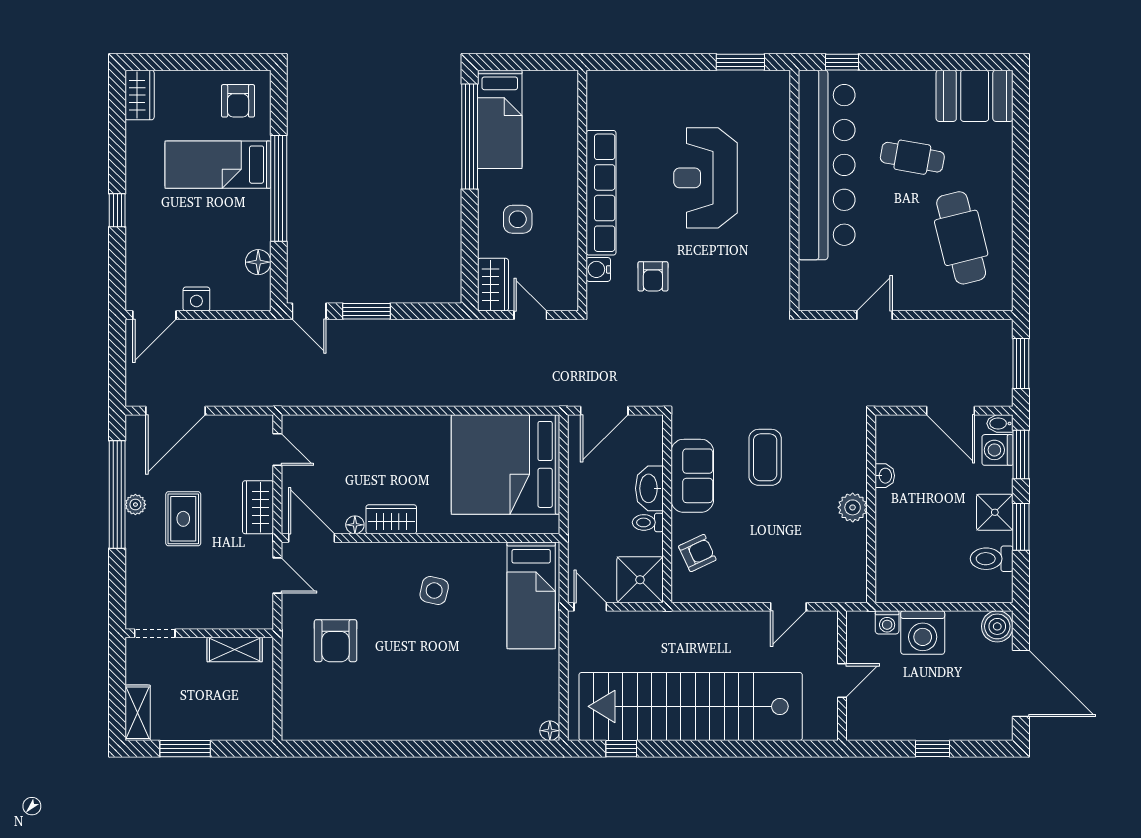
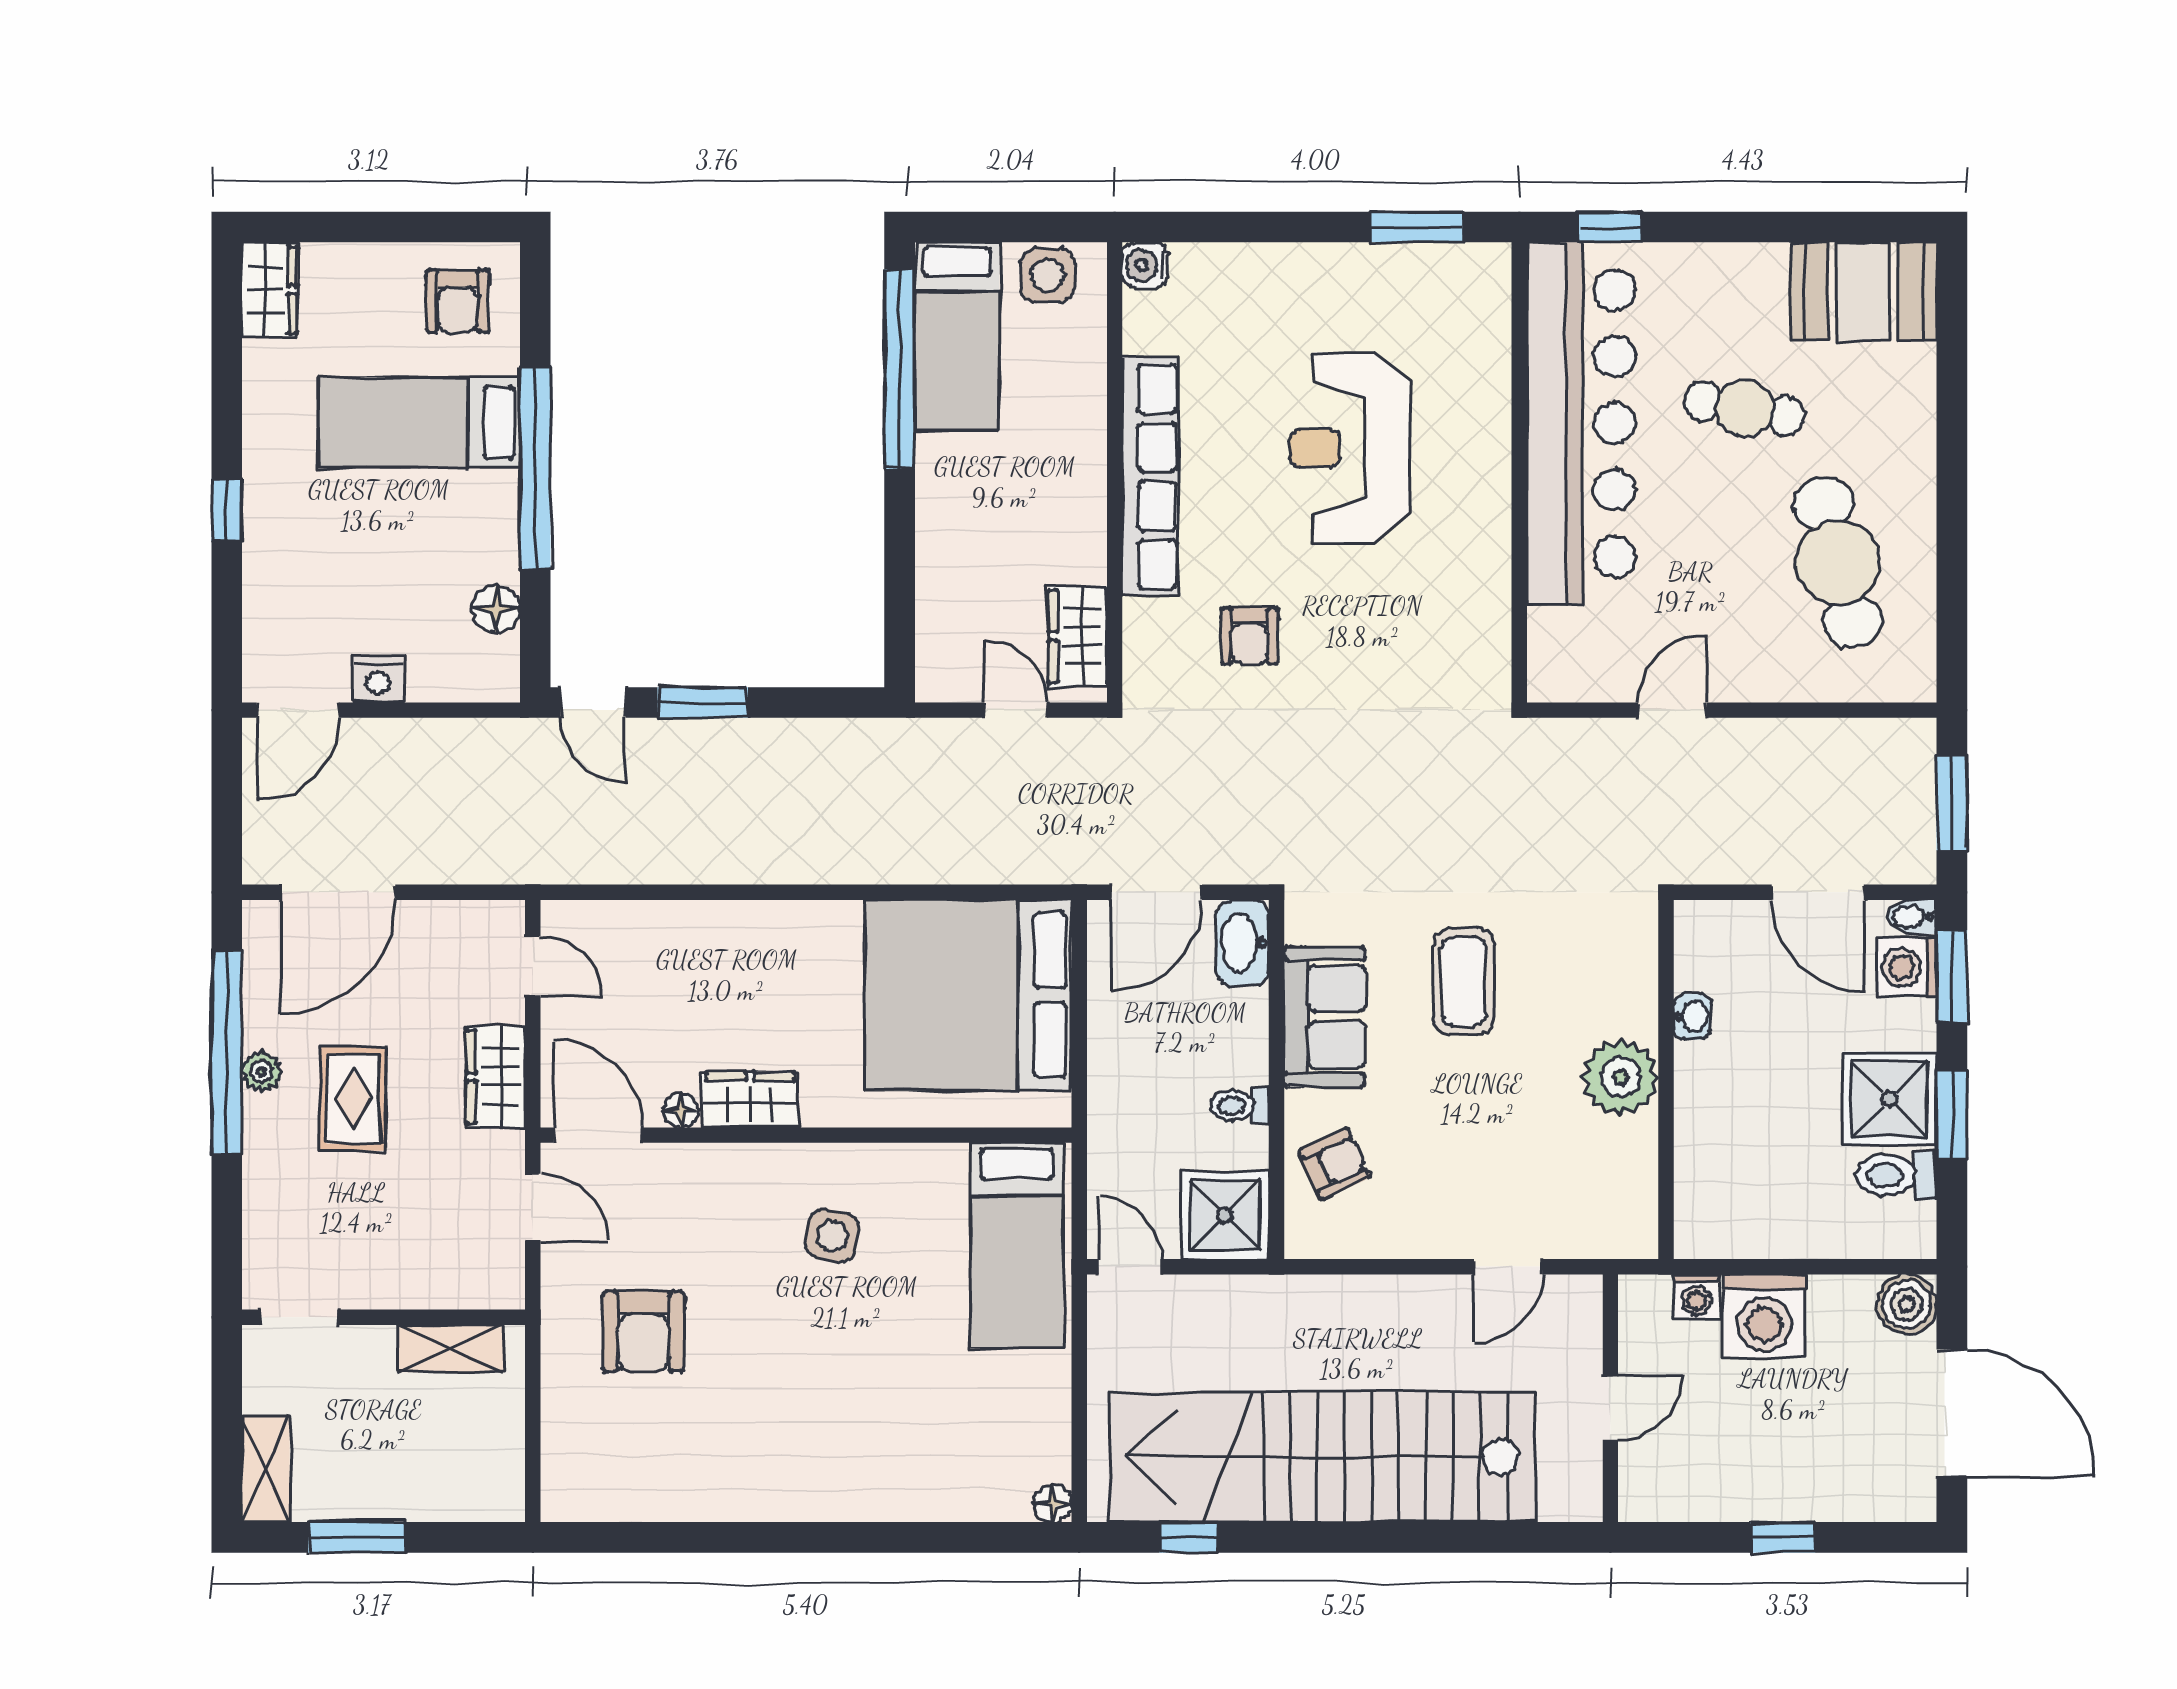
side table: (518, 219) -> (1048, 275), moved
water cooler: (598, 269) -> (1145, 265), moved
wardrobe: (493, 285) -> (1078, 636), moved, turned 180
washbasin: (649, 488) -> (1243, 943), moved
plant: (853, 507) -> (1620, 1077), width x1.36, depth x1.36
shower: (995, 512) -> (1889, 1099), width x1.36, depth x1.36

